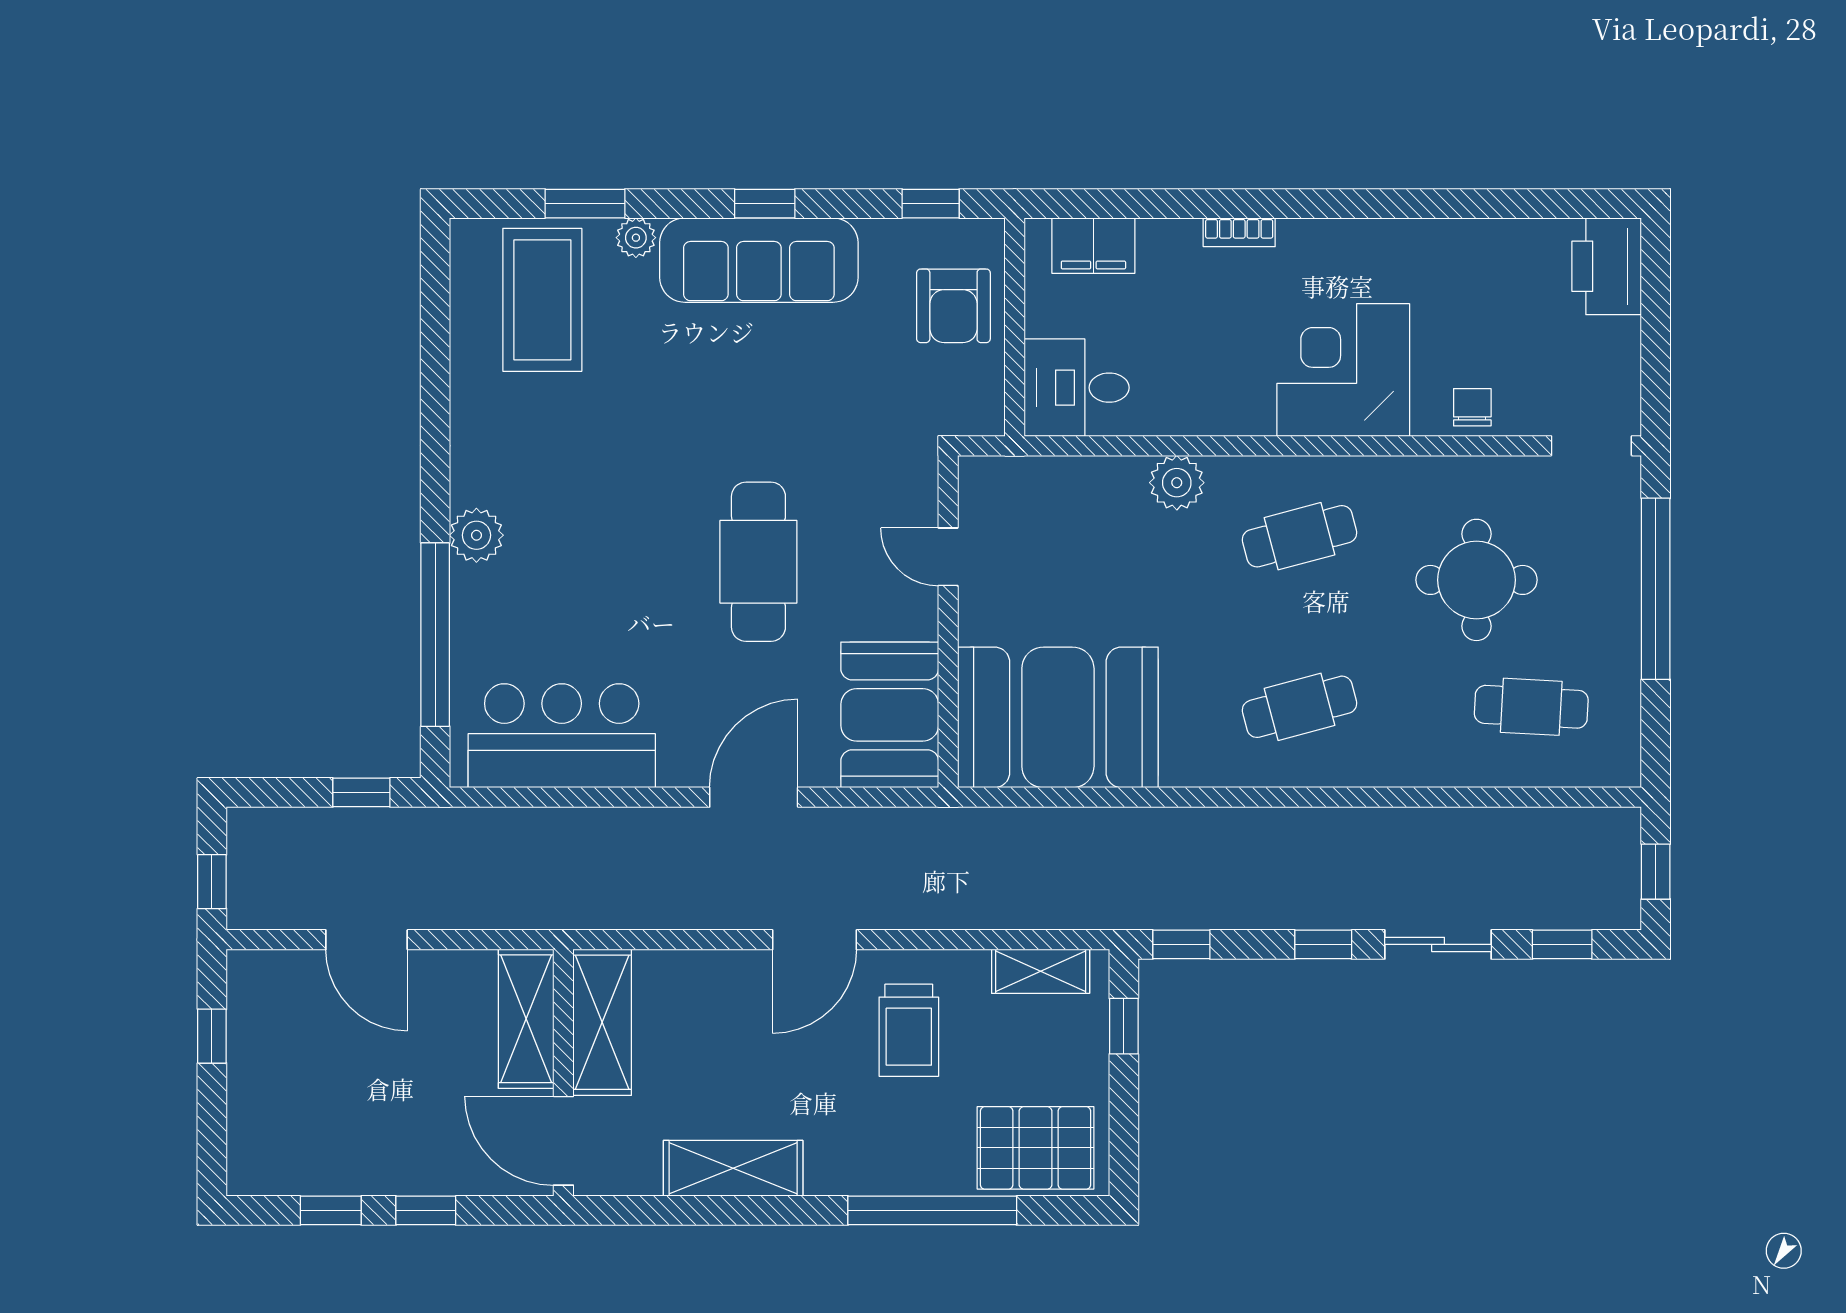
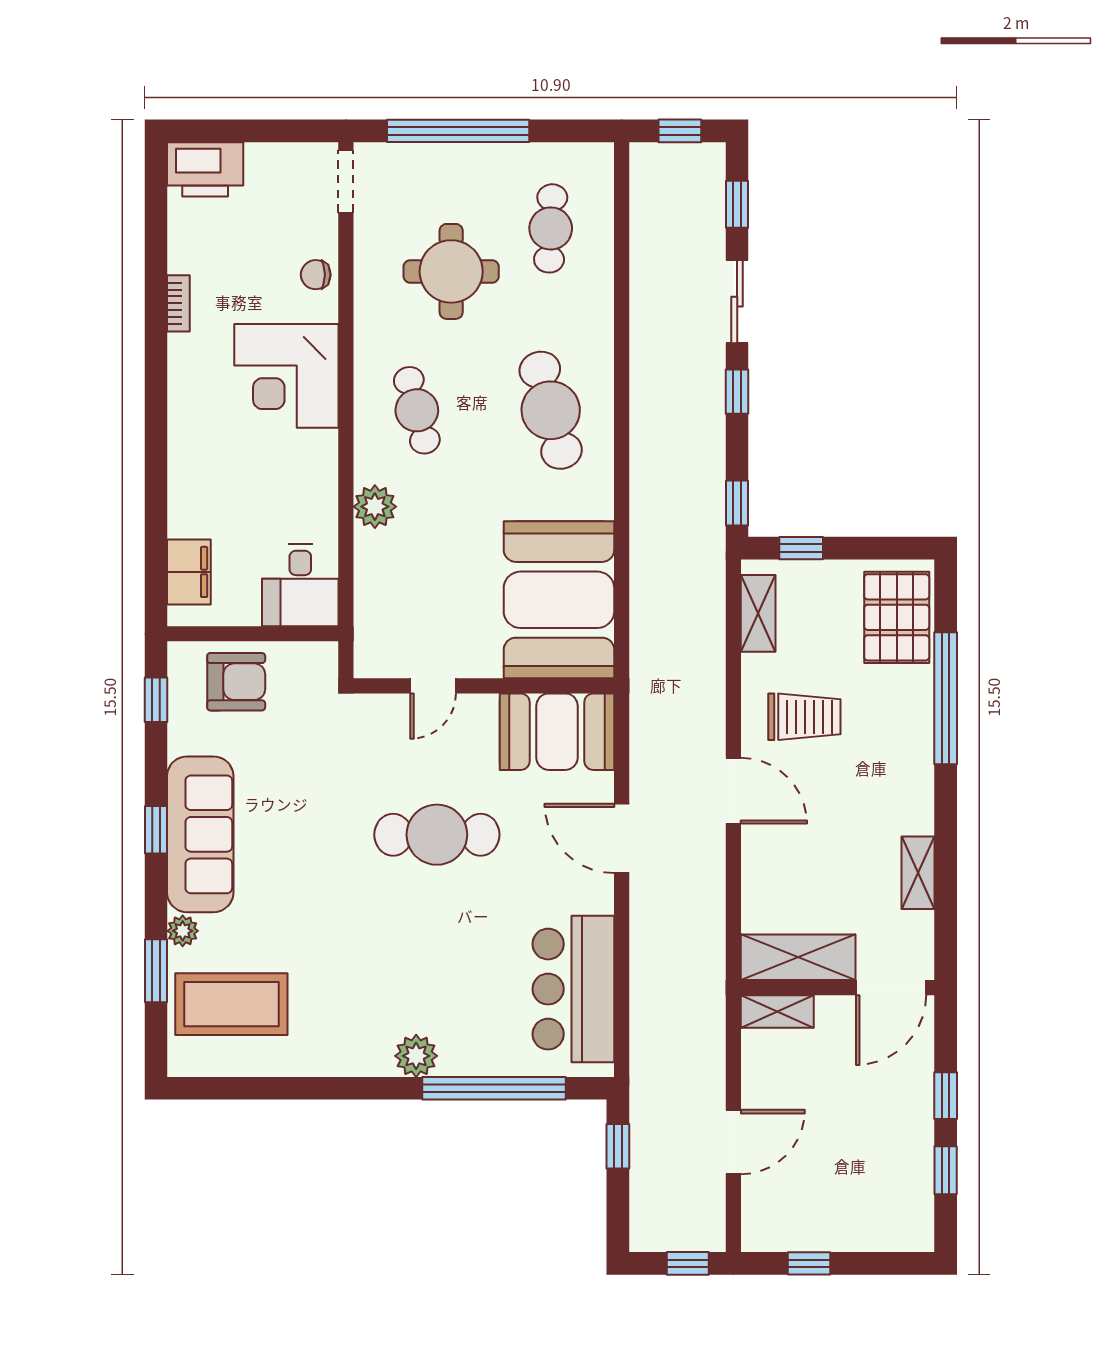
bookcase: (1239, 232) -> (178, 303), moved
cafe table: (1300, 707) -> (551, 410), width x1.37, depth x1.35
shelving: (526, 1019) -> (777, 1011), width x0.67, depth x0.75
shelving: (733, 1168) -> (918, 873), width x0.67, depth x0.75

